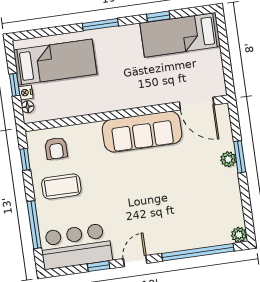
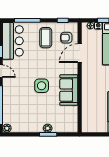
door: (197, 103) -> (80, 53), moved
sofa: (142, 132) -> (69, 90), width x0.73
side table: (151, 182) -> (42, 86), added

